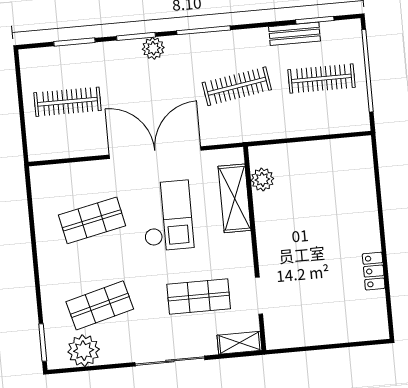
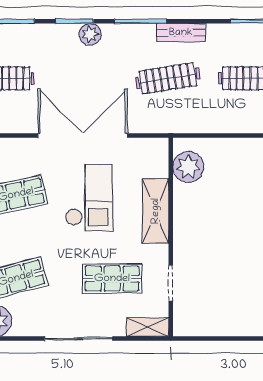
bench: (295, 34) -> (181, 33), moved
plant: (262, 179) -> (188, 167), width x1.36, depth x1.36
shelving: (235, 198) -> (156, 211), moved

